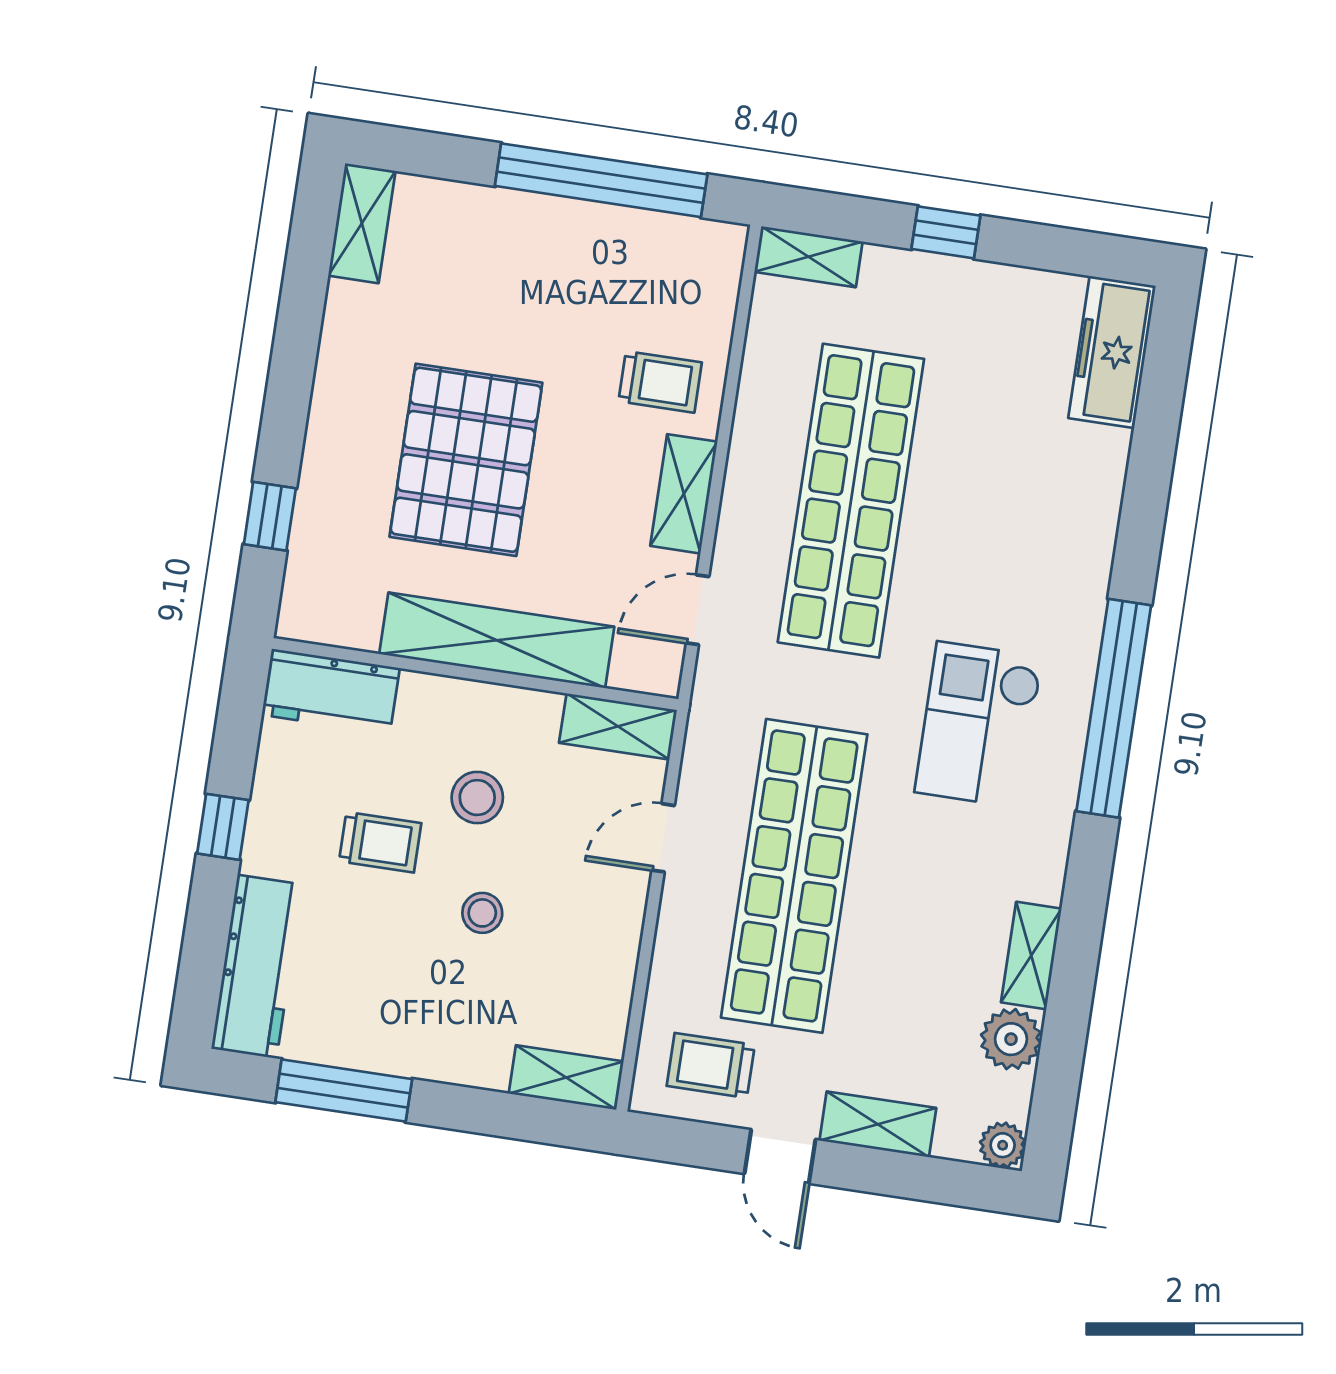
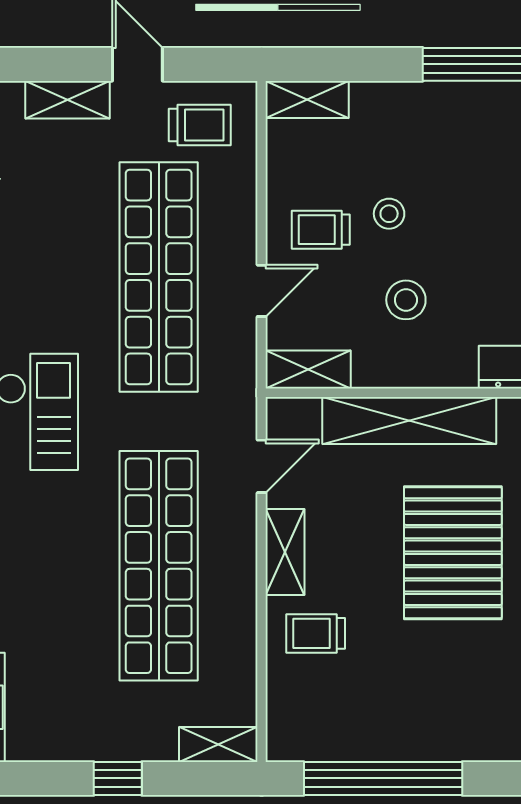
trolley: (380, 842) -> (321, 230), moved

